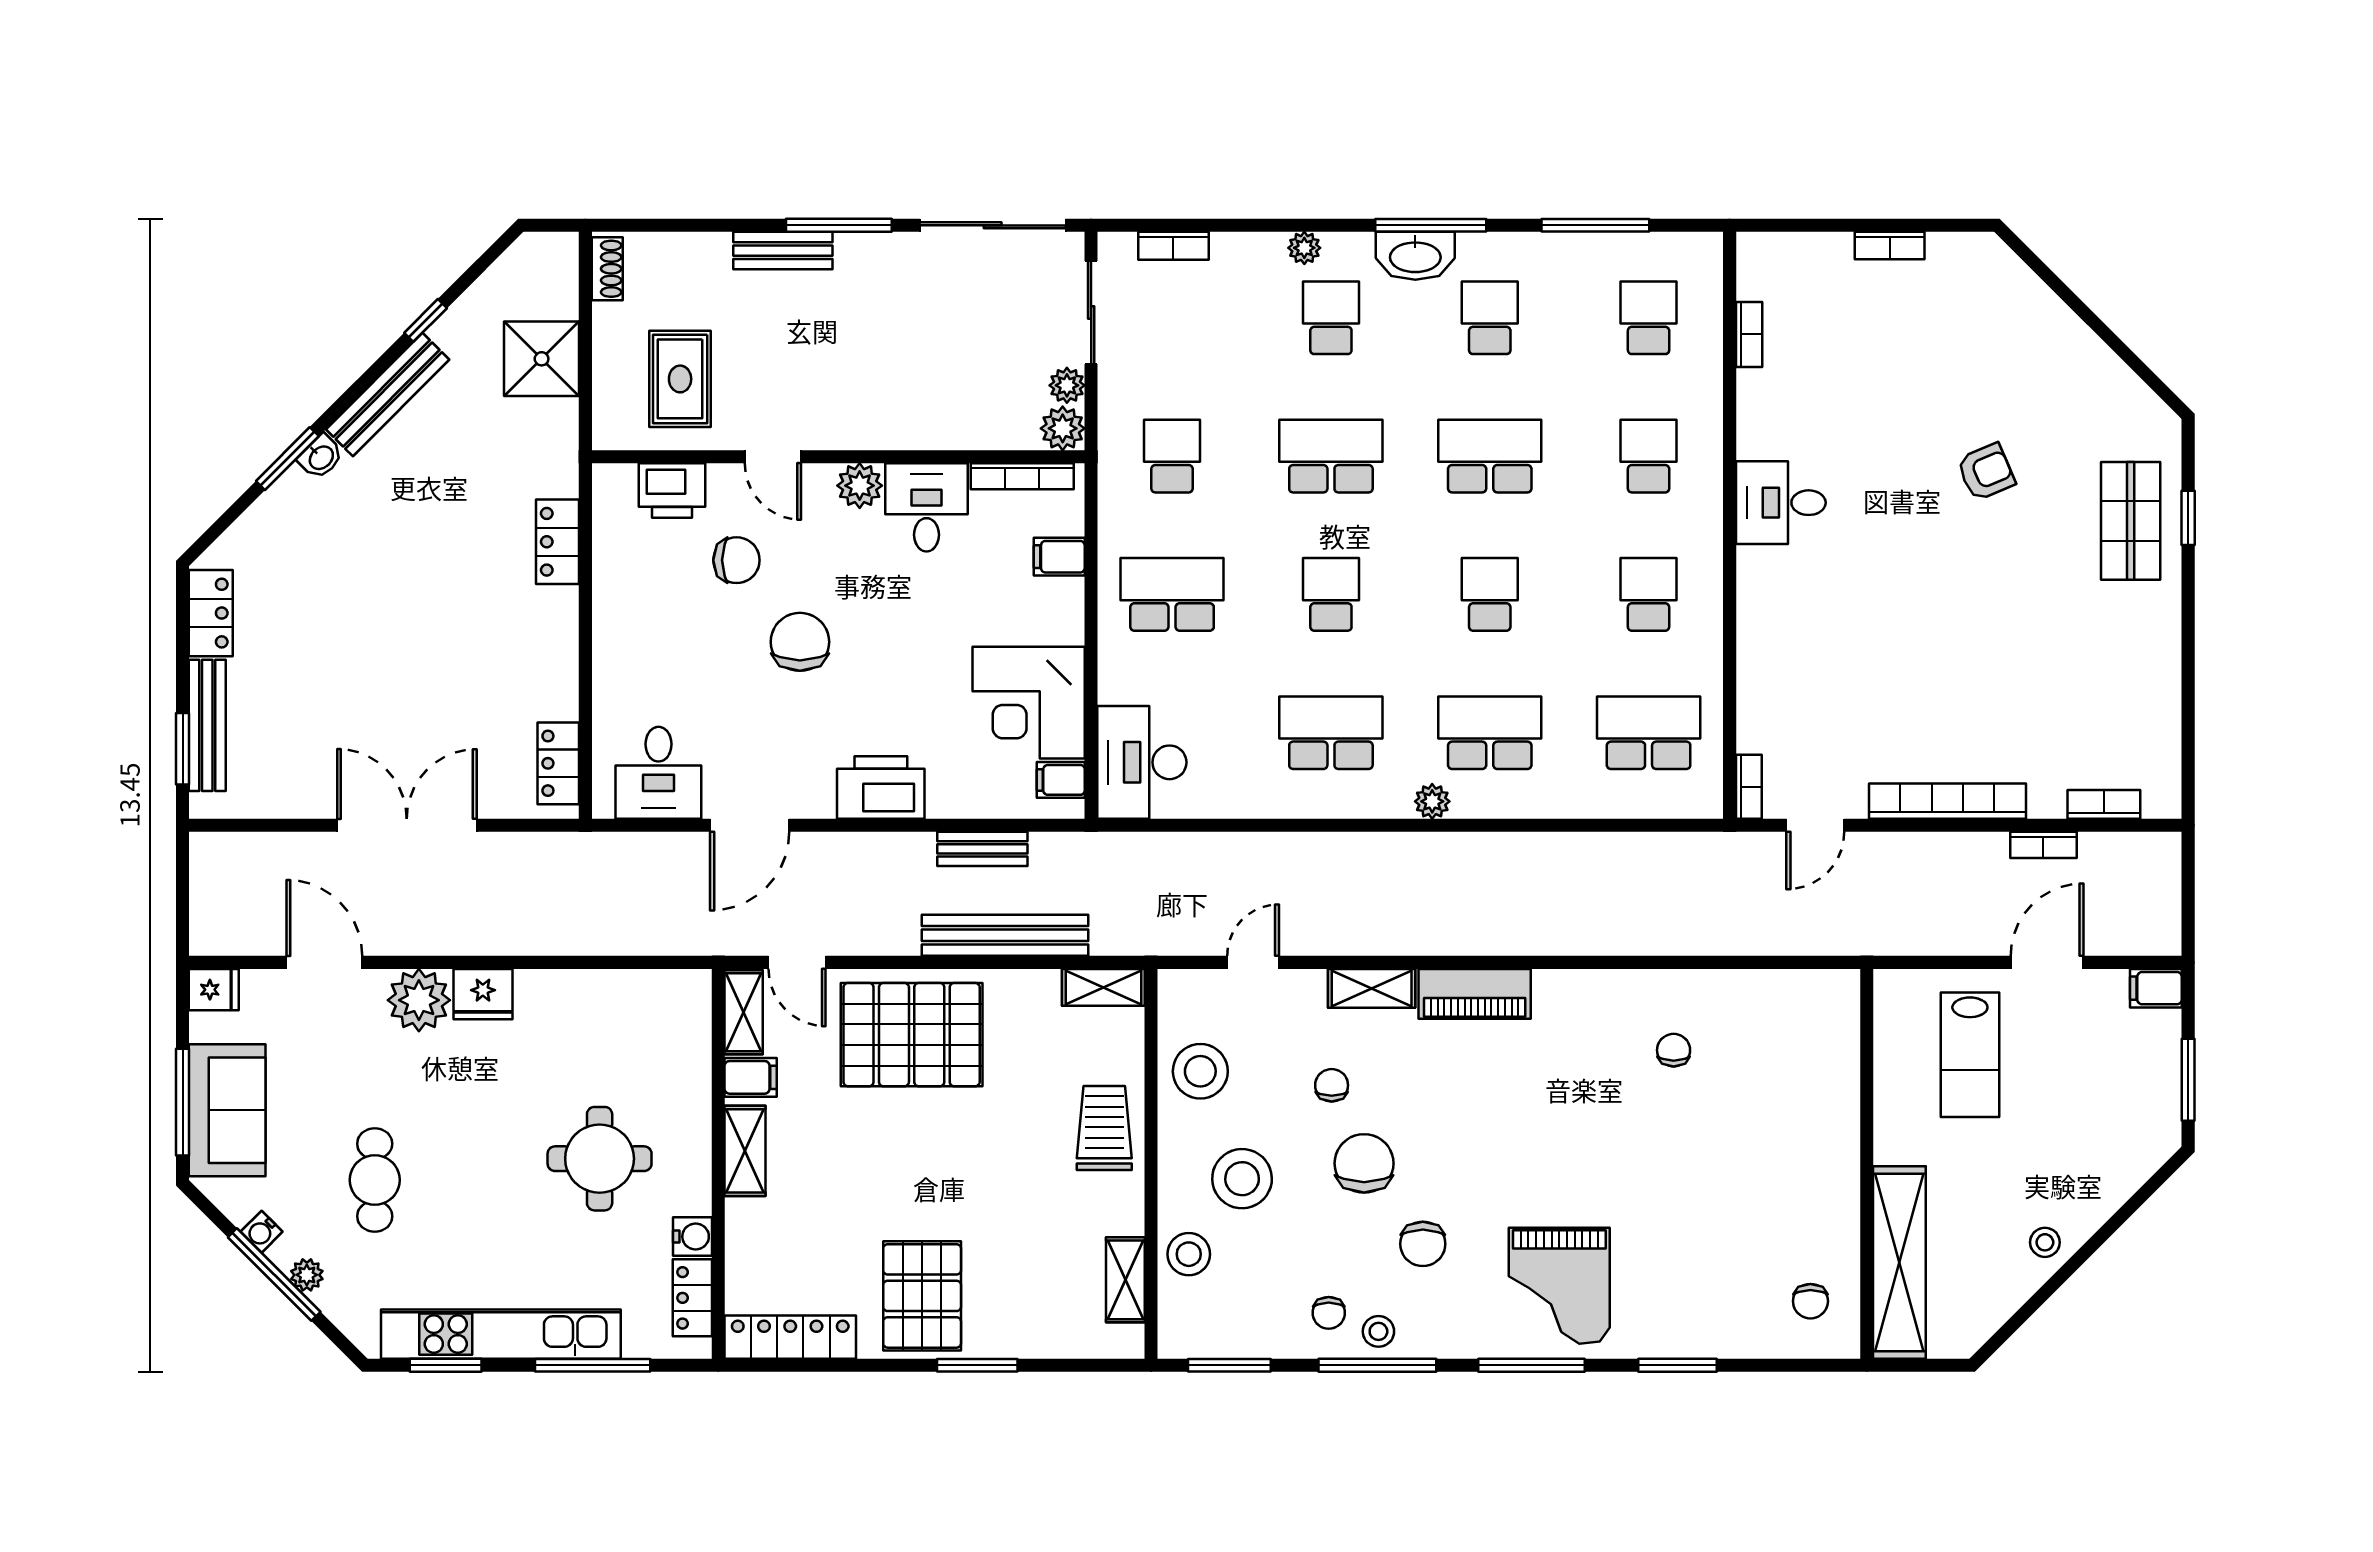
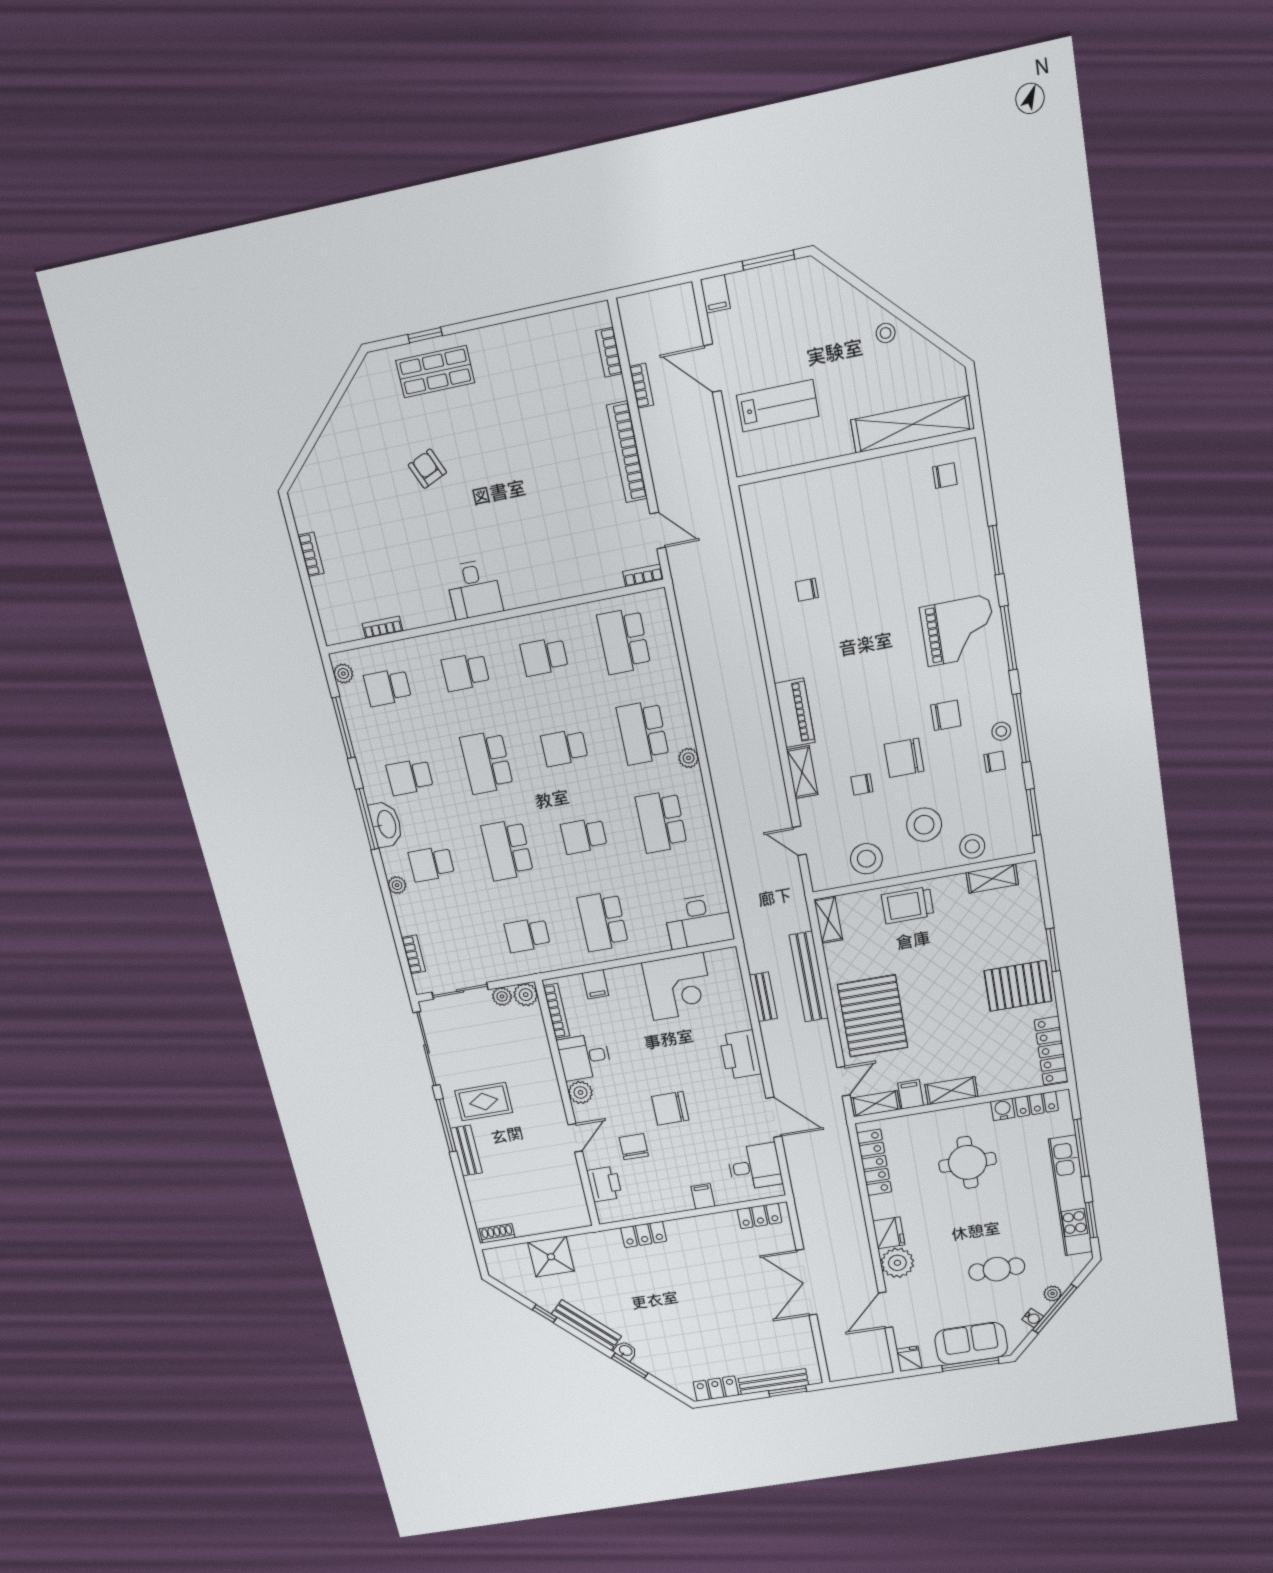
plant: (1686, 249) -> (343, 674), added
rug: (680, 379) -> (484, 1102), moved
filing cabinet: (1061, 780) -> (703, 1196), moved, turned 180
locker: (629, 991) -> (874, 1162), added

